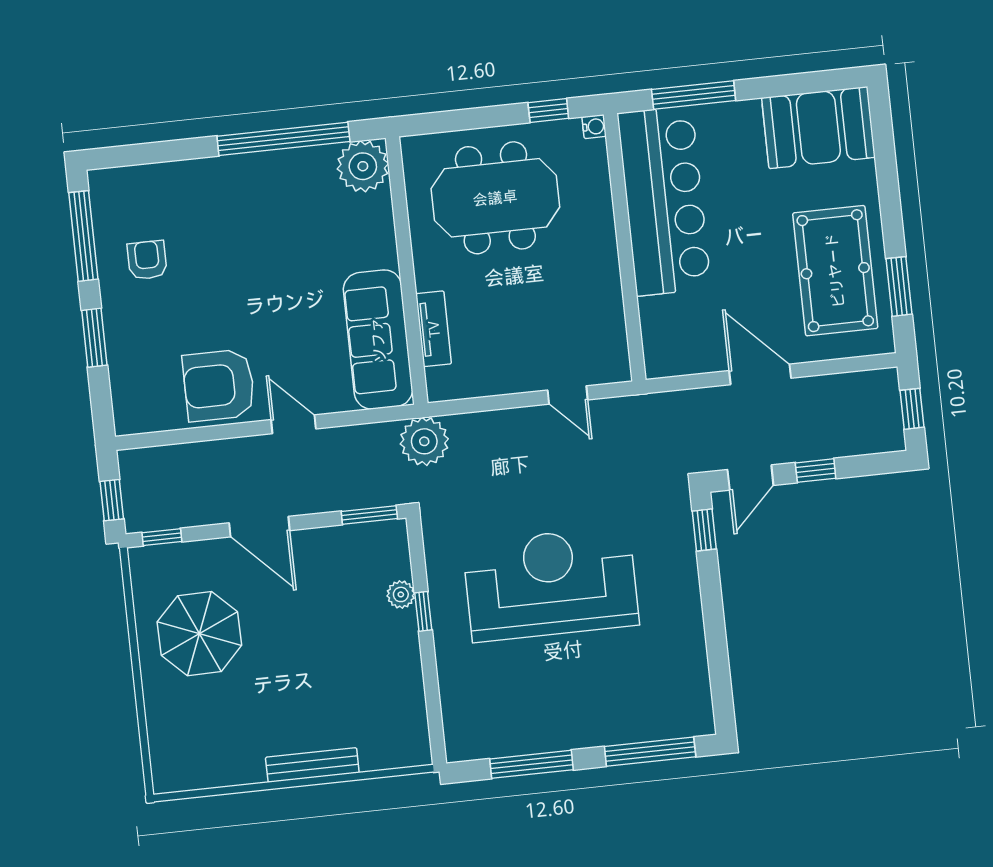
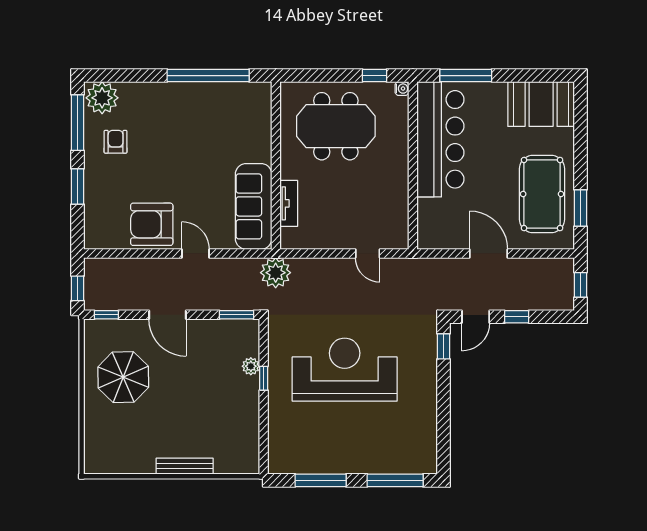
plant: (363, 166) -> (102, 98), moved

